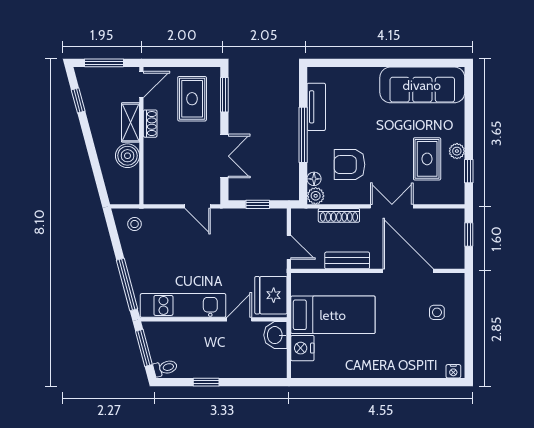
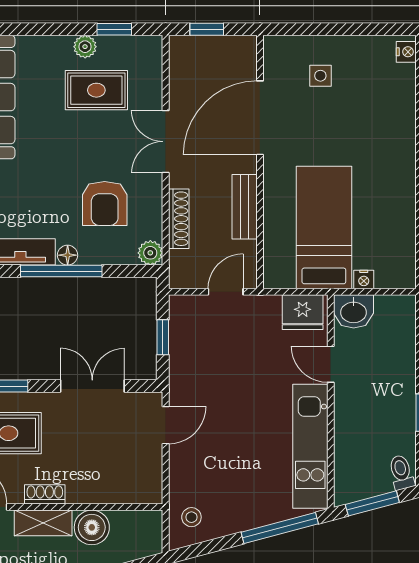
floor lamp: (314, 179) -> (68, 255), moved
fridge: (271, 295) -> (303, 312), width x0.73, depth x0.75
nightstand: (302, 348) -> (364, 279), width x0.53, depth x0.56

